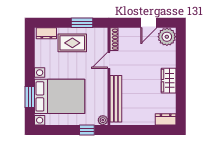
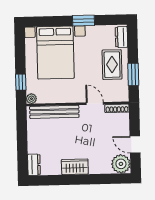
window: (30, 97) -> (83, 21), moved

